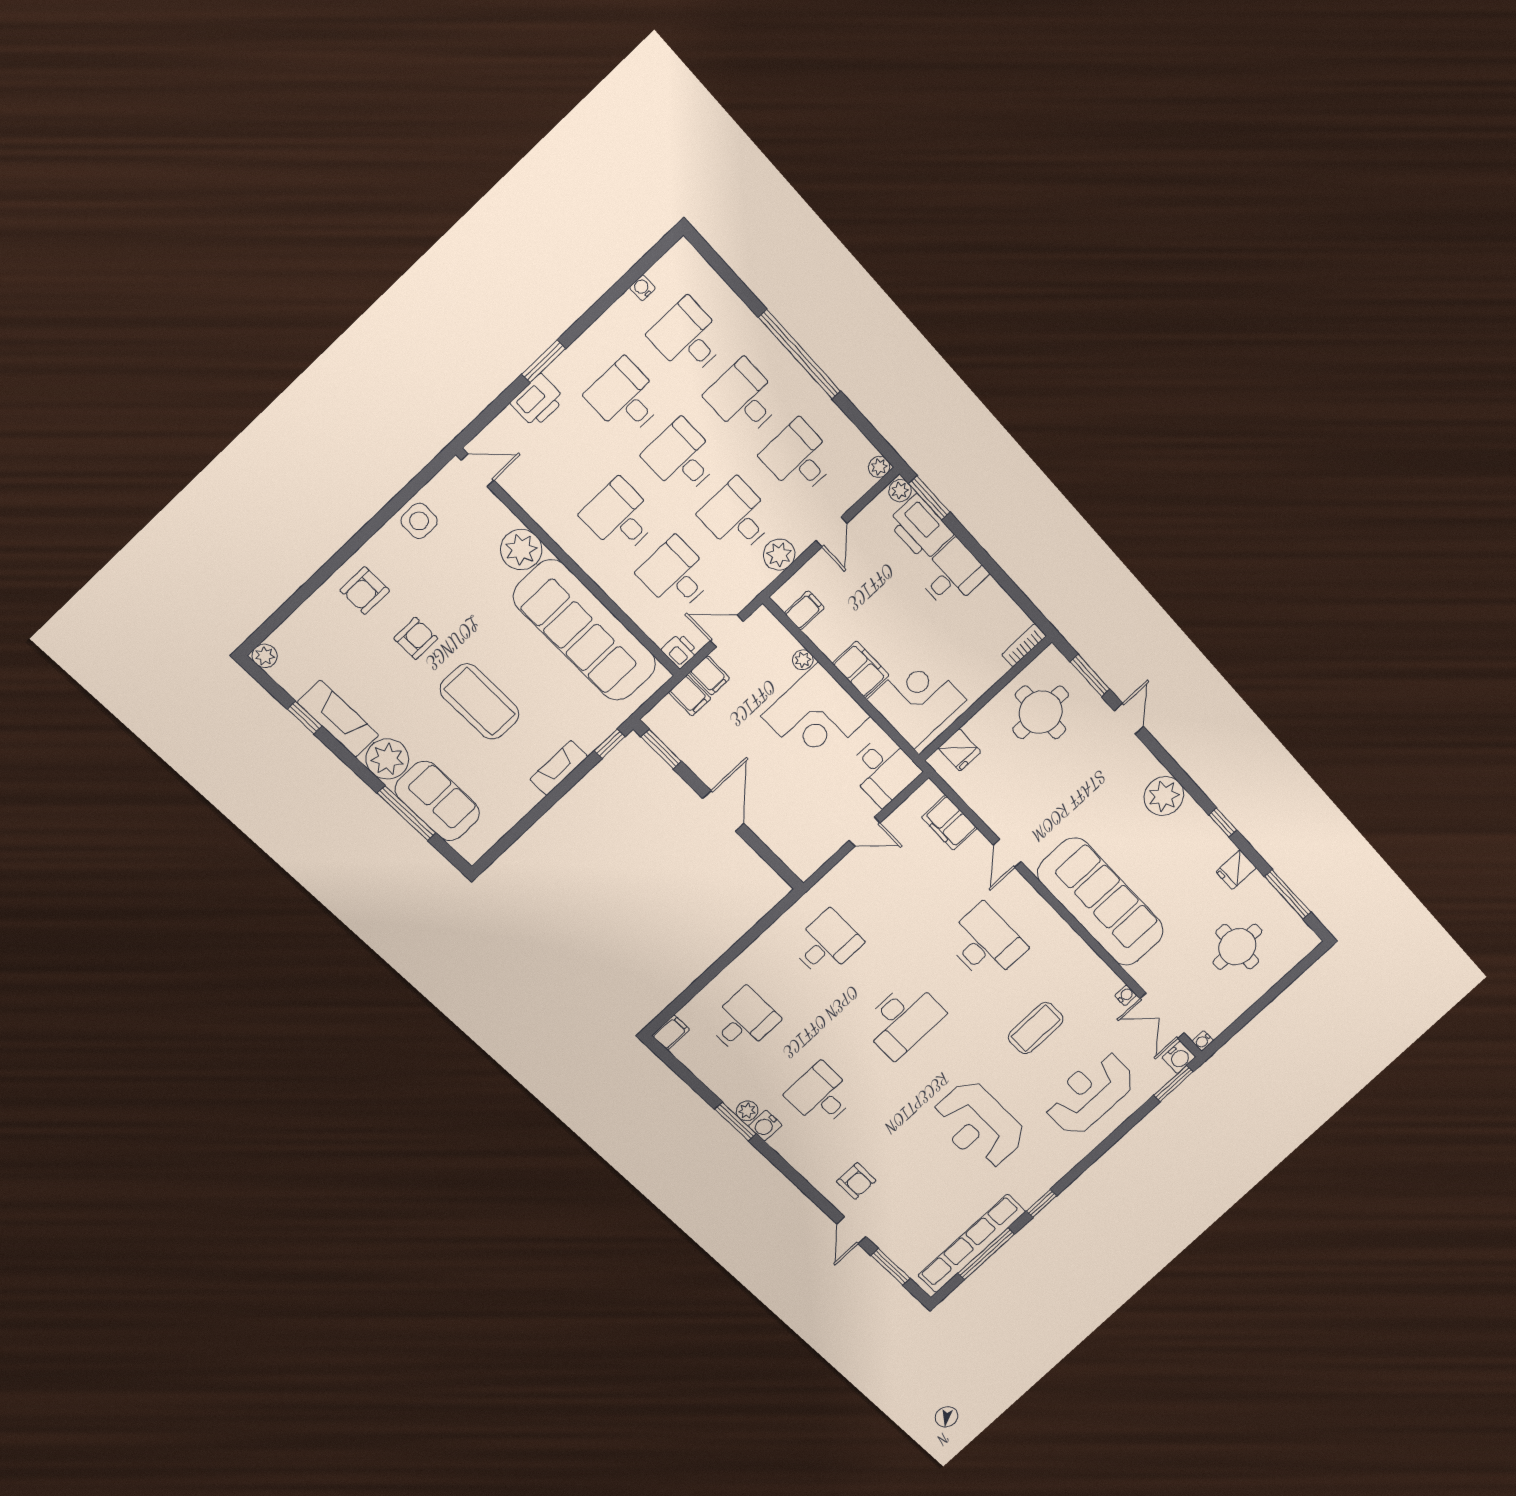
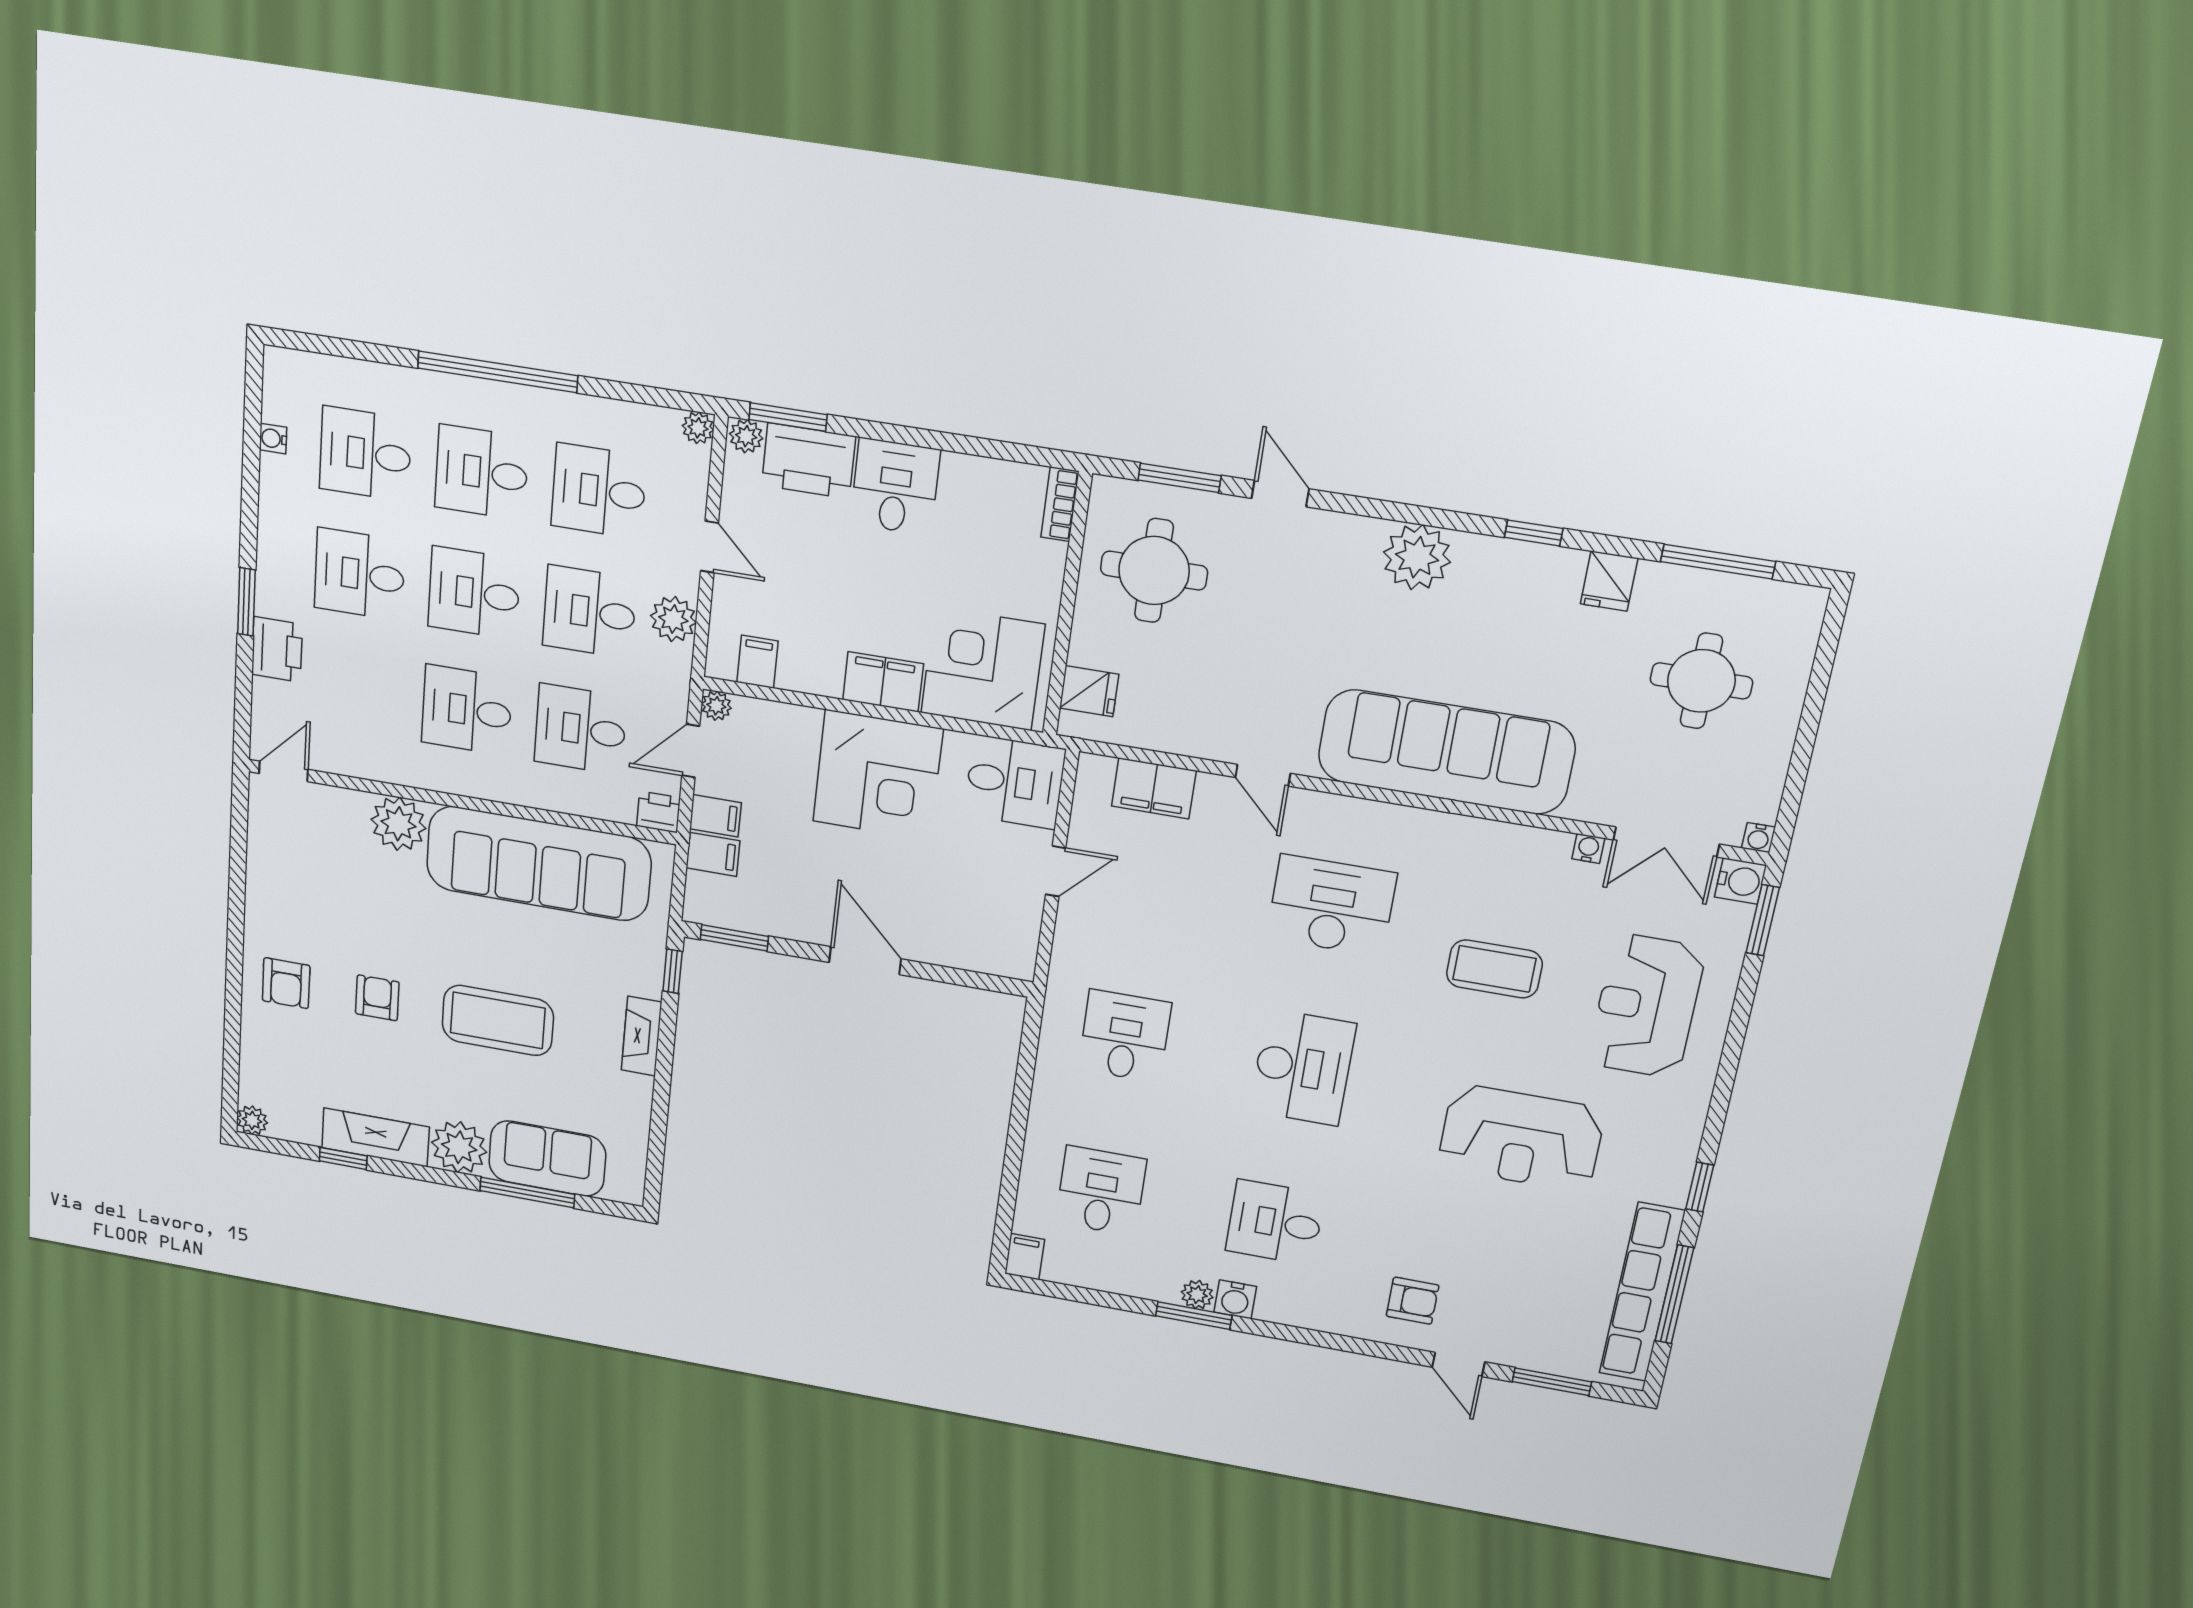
side table: (419, 521) -> (274, 870), removed
plant: (803, 660) -> (716, 706), moved
coffee table: (1036, 1028) -> (1494, 969), turned 90

